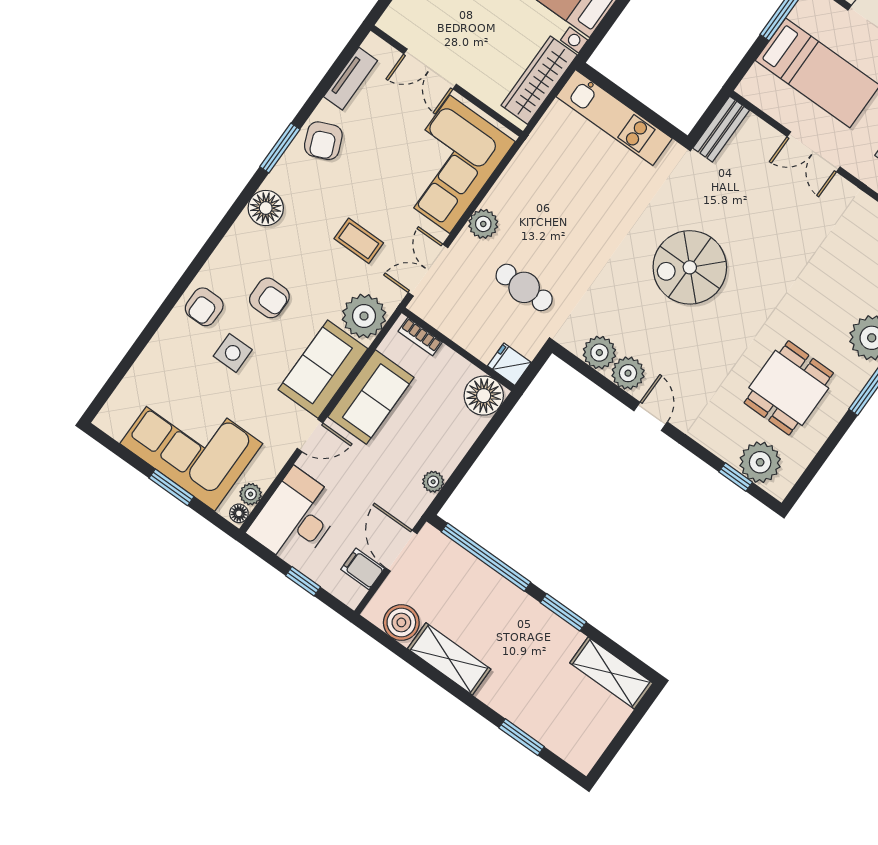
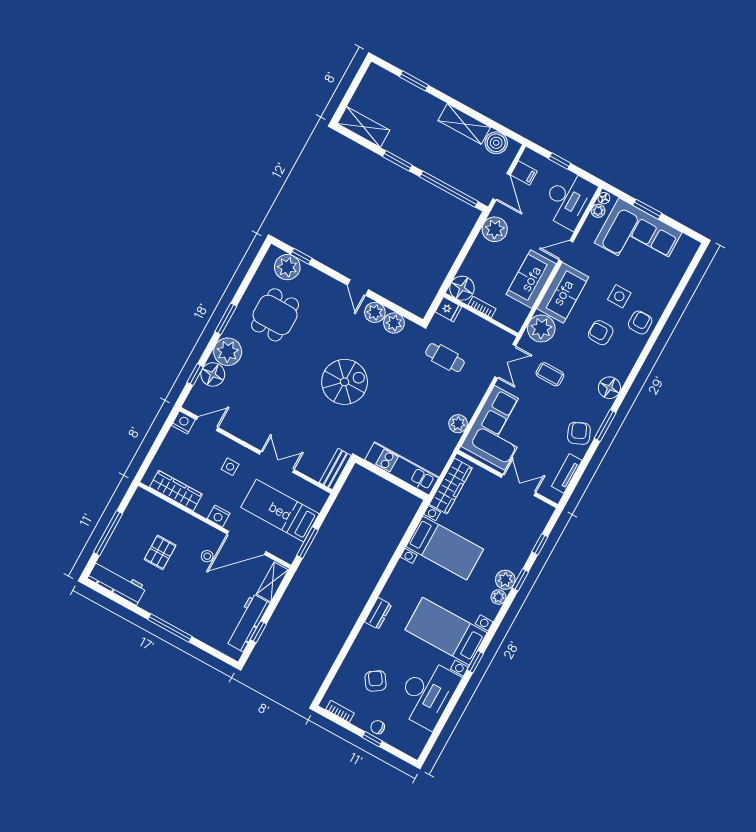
plant: (483, 224) -> (458, 424), moved
bookcase: (420, 337) -> (482, 307), moved
plant: (433, 482) -> (495, 229), width x1.88, depth x1.88

